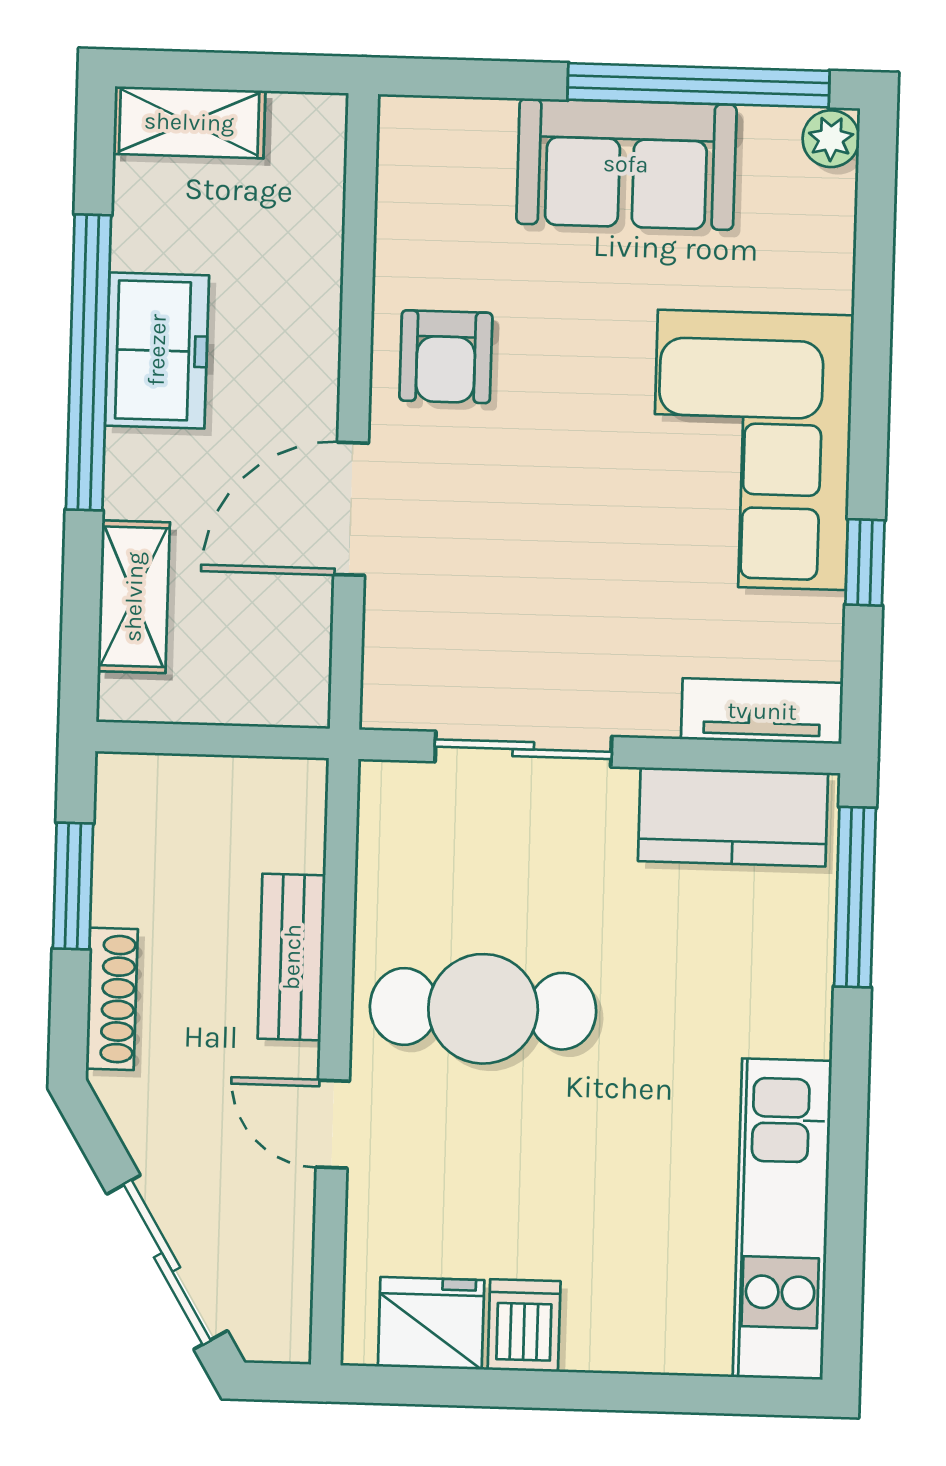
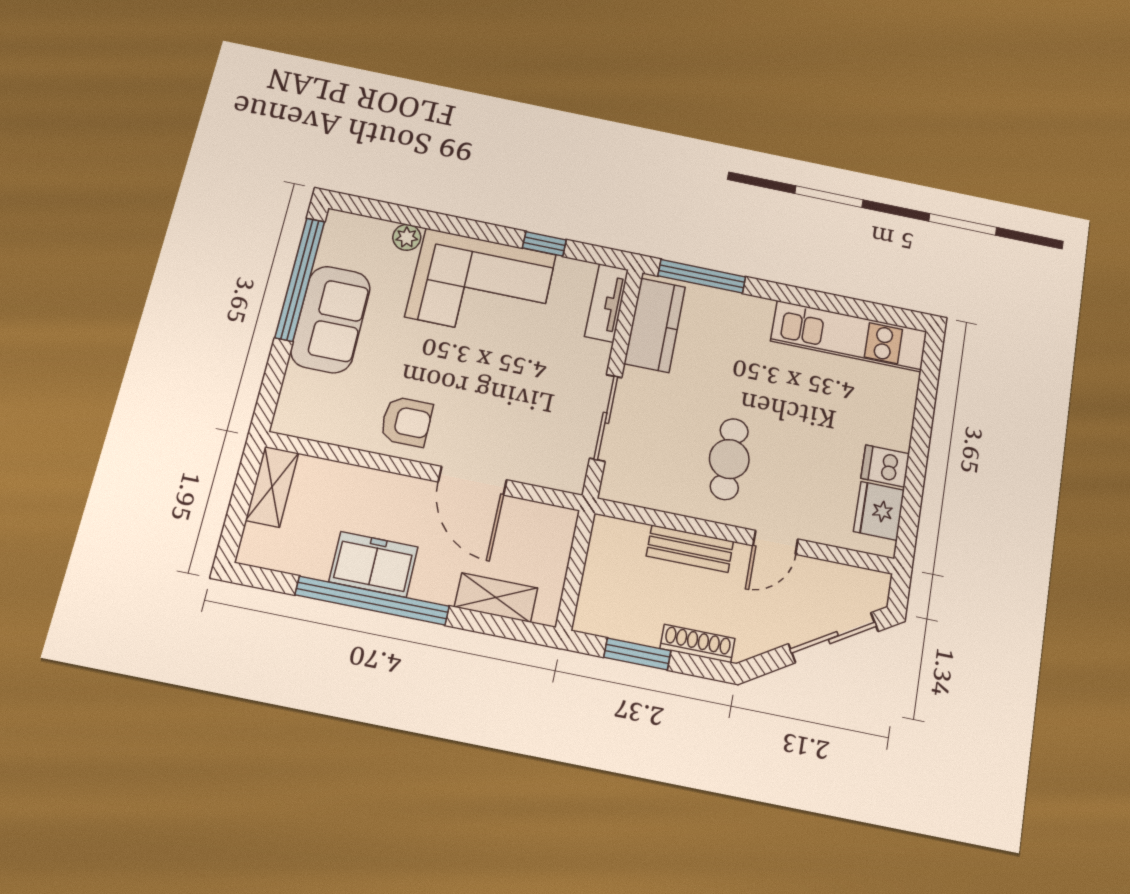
shelving: (189, 122) -> (272, 487), moved
plant: (831, 139) -> (407, 237), moved
cafe table: (483, 1009) -> (729, 459), width x0.73, depth x0.74

